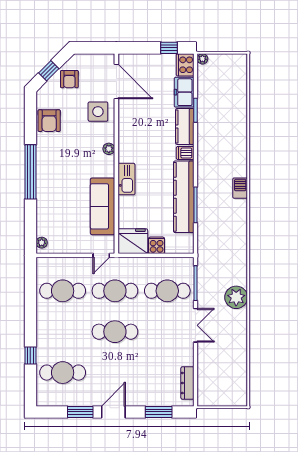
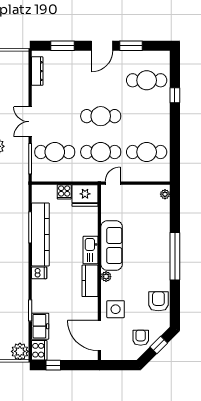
plant: (202, 59) -> (20, 351), width x1.88, depth x1.88
kitchen counter: (185, 126) -> (90, 281), moved, turned 180
sofa: (103, 206) -> (112, 246), moved

